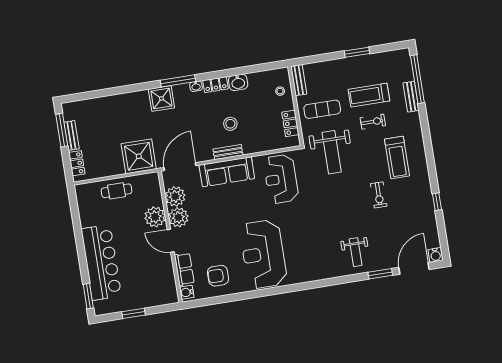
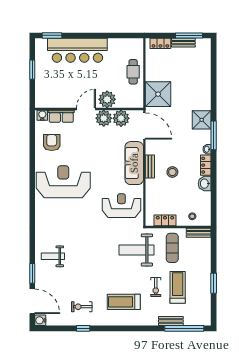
exercise bike: (379, 195) -> (82, 307), moved

